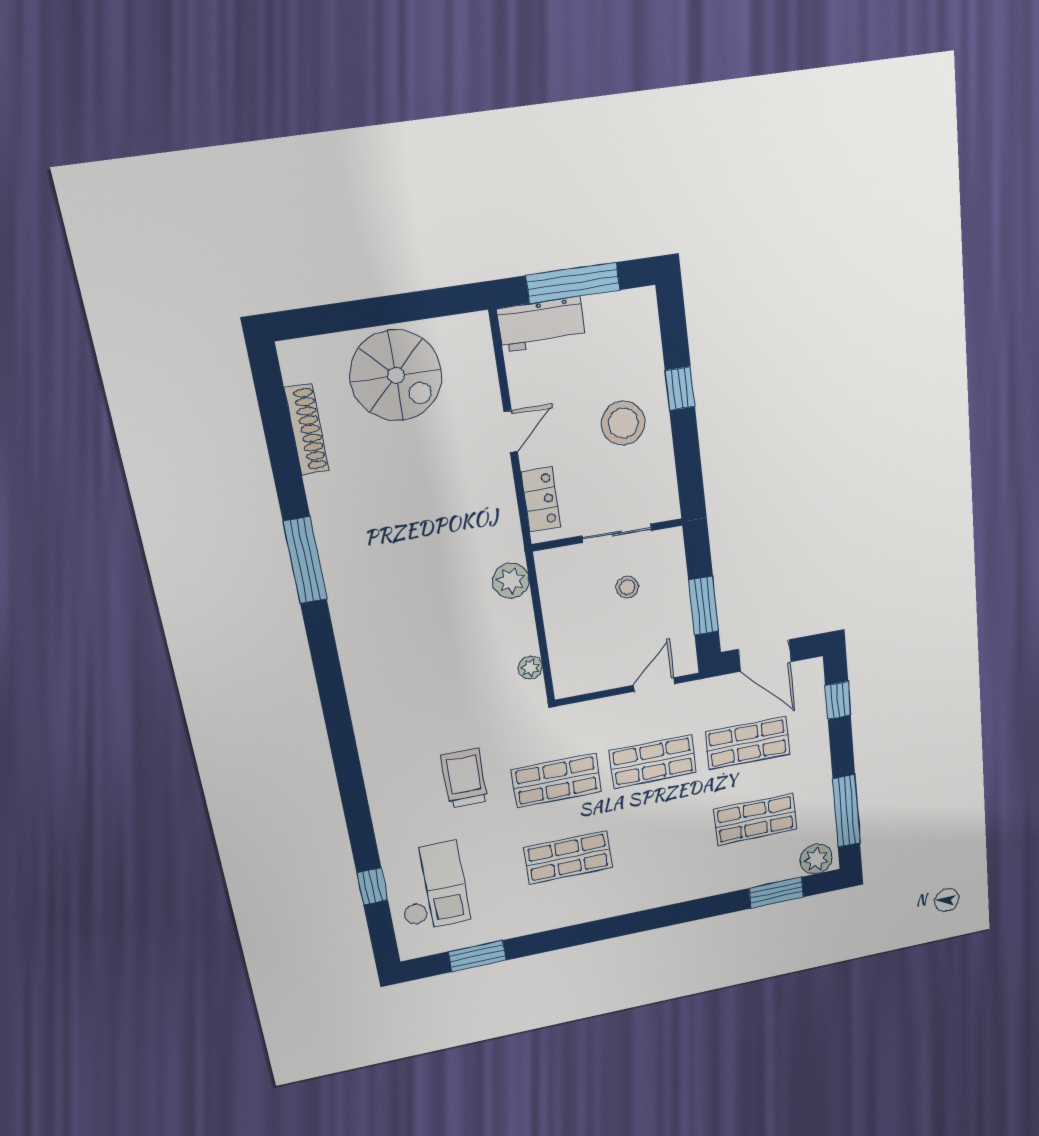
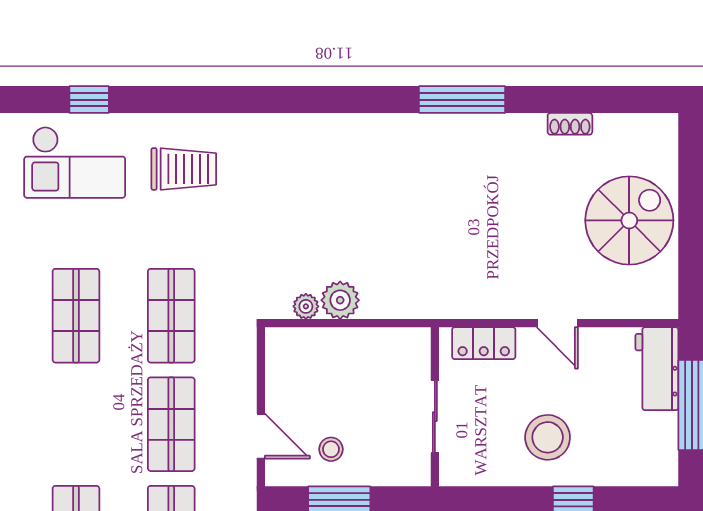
spiral stairs: (396, 376) -> (629, 220), turned 180
shoe rack: (307, 430) -> (570, 124), width x0.51, depth x0.81
plant: (511, 581) -> (340, 300), moved
stool: (627, 587) -> (331, 449), moved
trolley: (465, 778) -> (184, 169), moved

